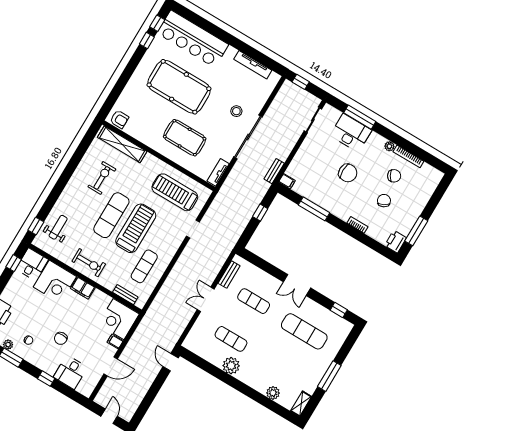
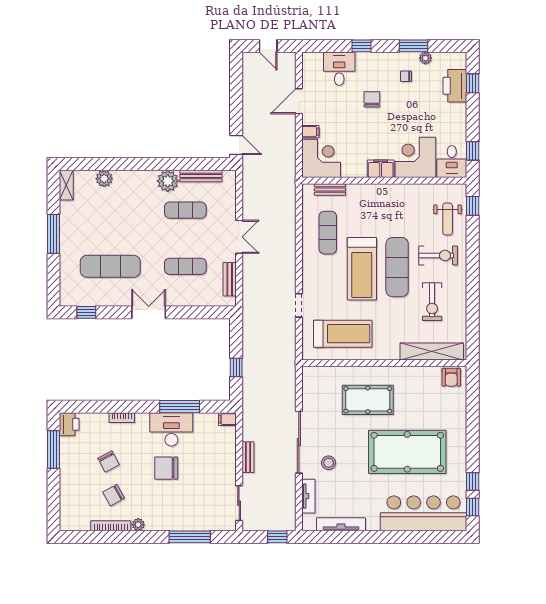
armchair: (119, 119) -> (451, 377), turned -90
desk: (351, 133) -> (171, 429), moved, turned 180
bench: (274, 171) -> (248, 457), moved
tv unit: (218, 172) -> (308, 496), moved
exercise bike: (89, 263) -> (438, 255), moved, turned 180
bench: (207, 356) -> (201, 176), added

